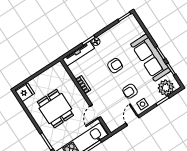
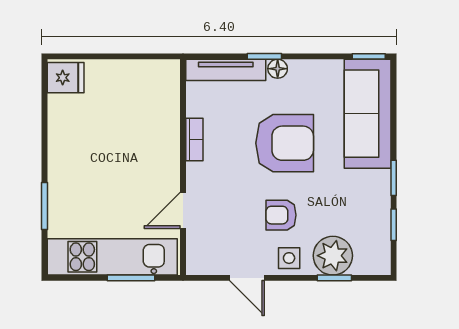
sofa: (151, 58) -> (368, 114), moved
armchair: (115, 66) -> (285, 143), width x1.88, depth x1.88
plant: (166, 88) -> (333, 256), moved
dining table: (55, 109) -> (106, 151), removed
door: (132, 120) -> (247, 278), swing flipped

